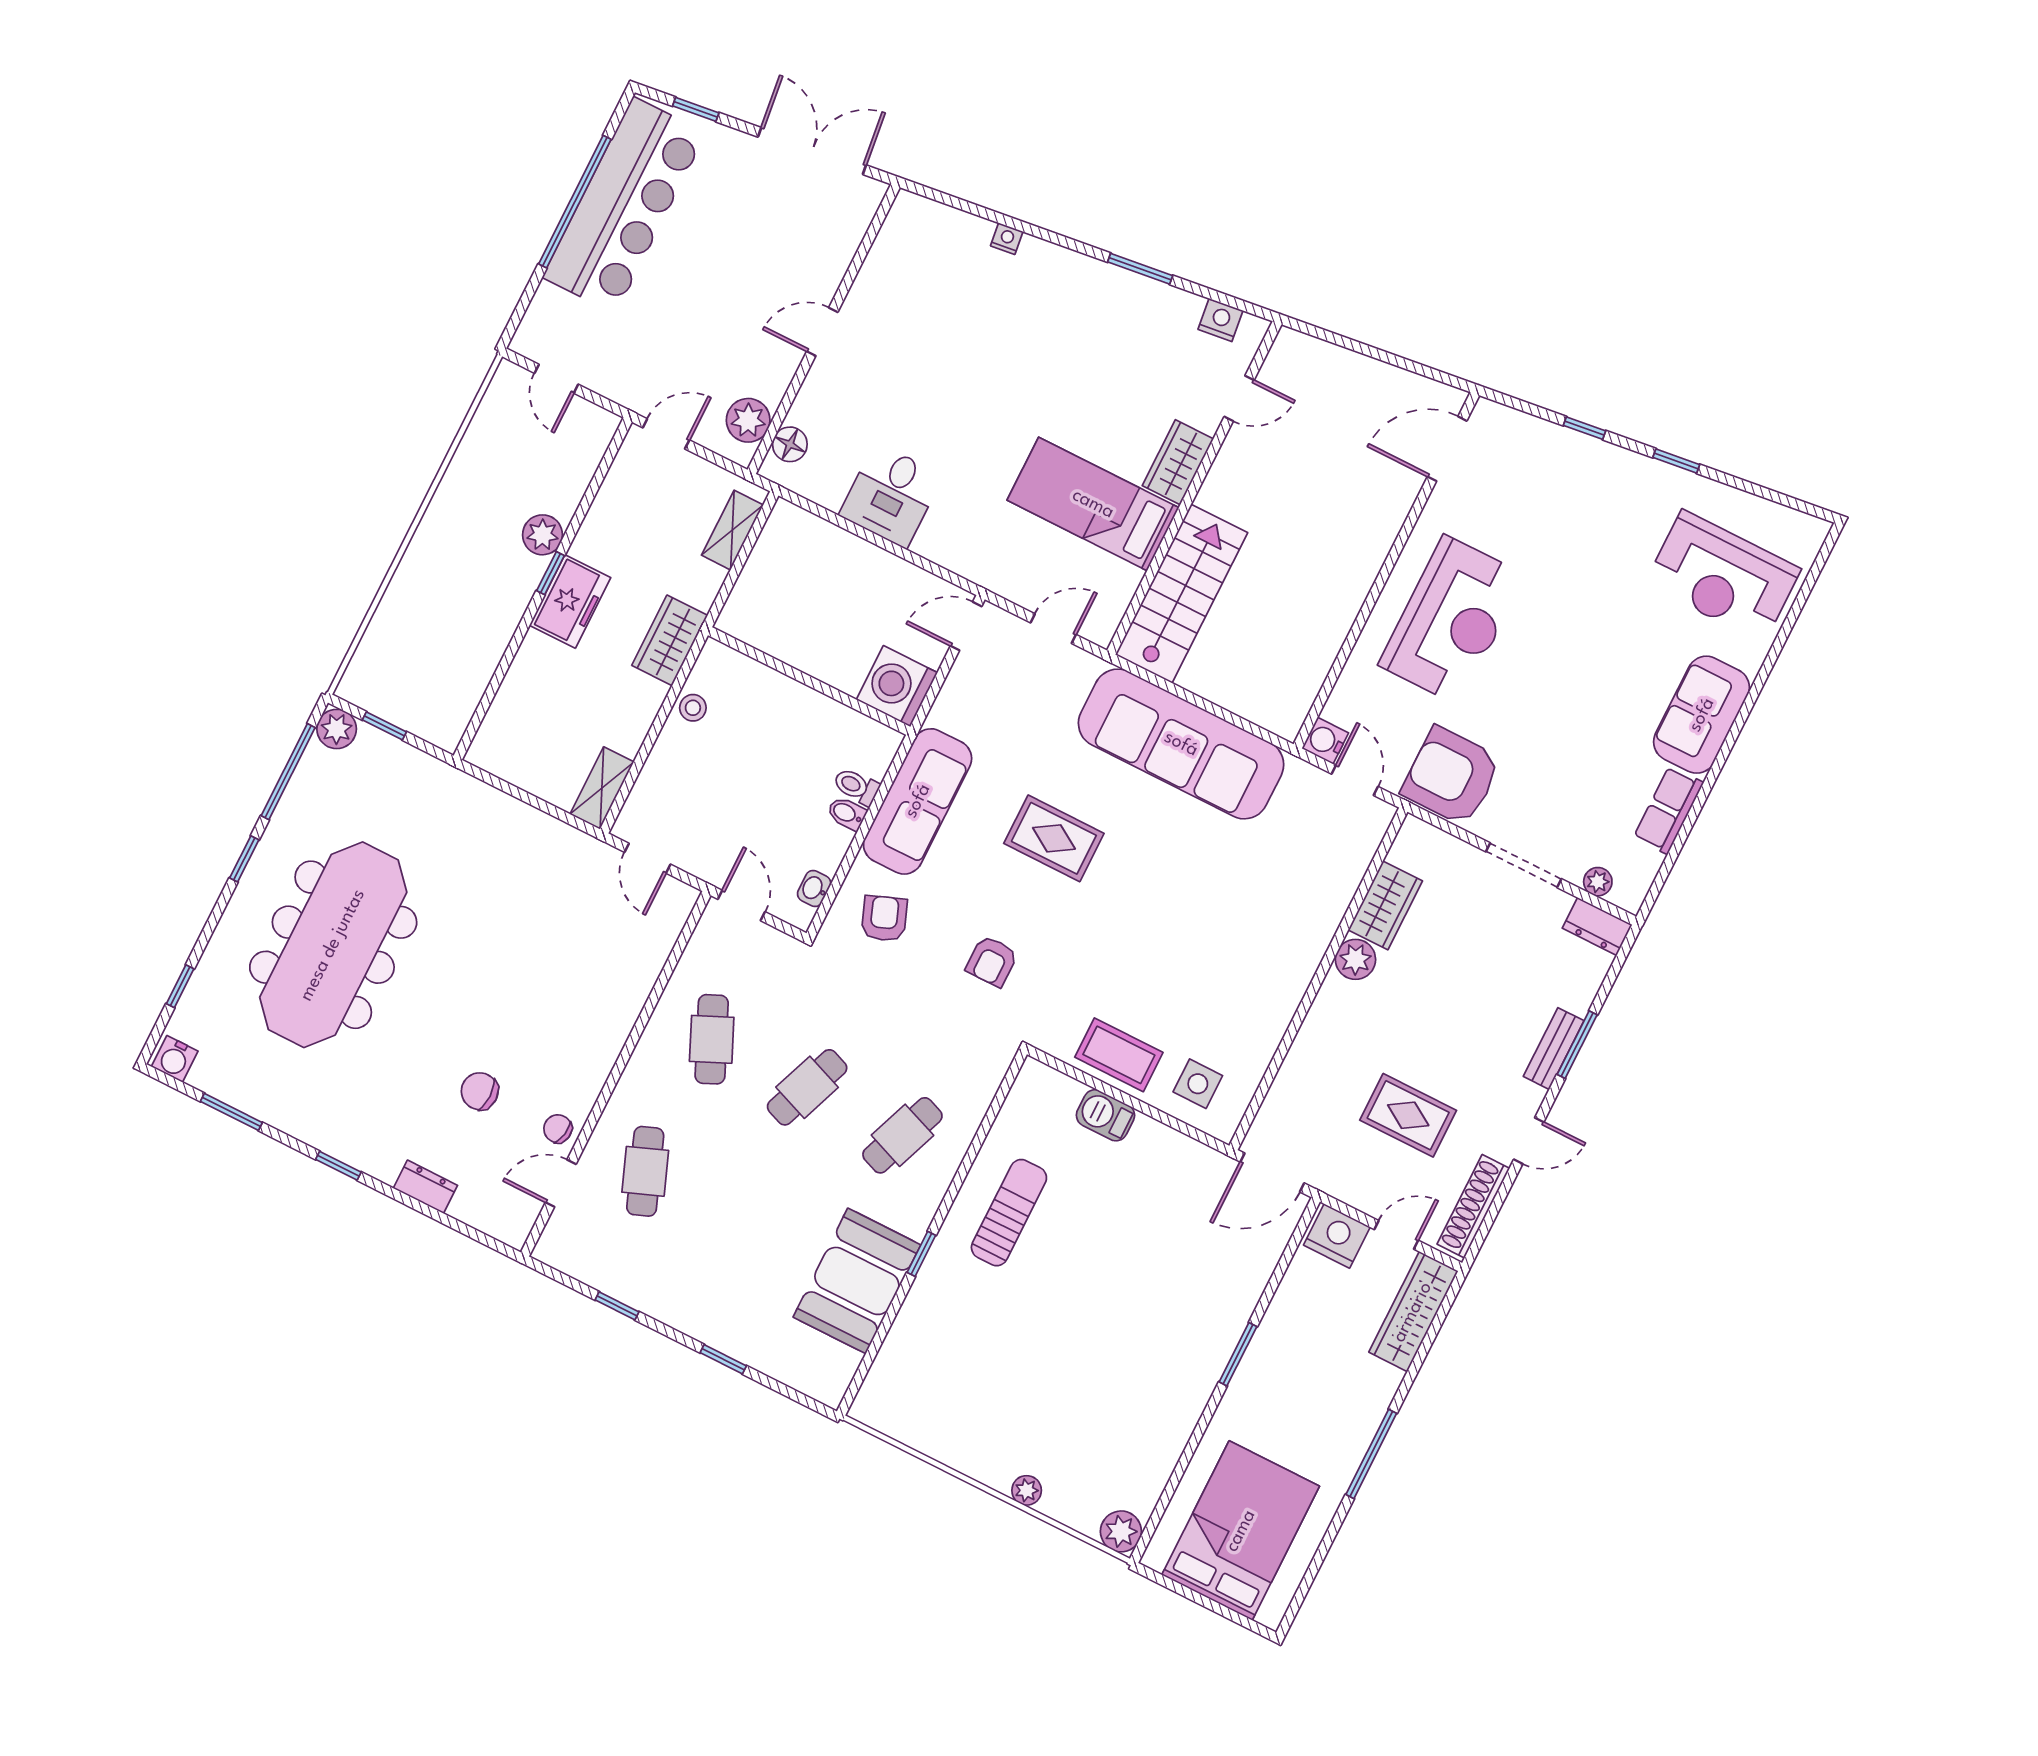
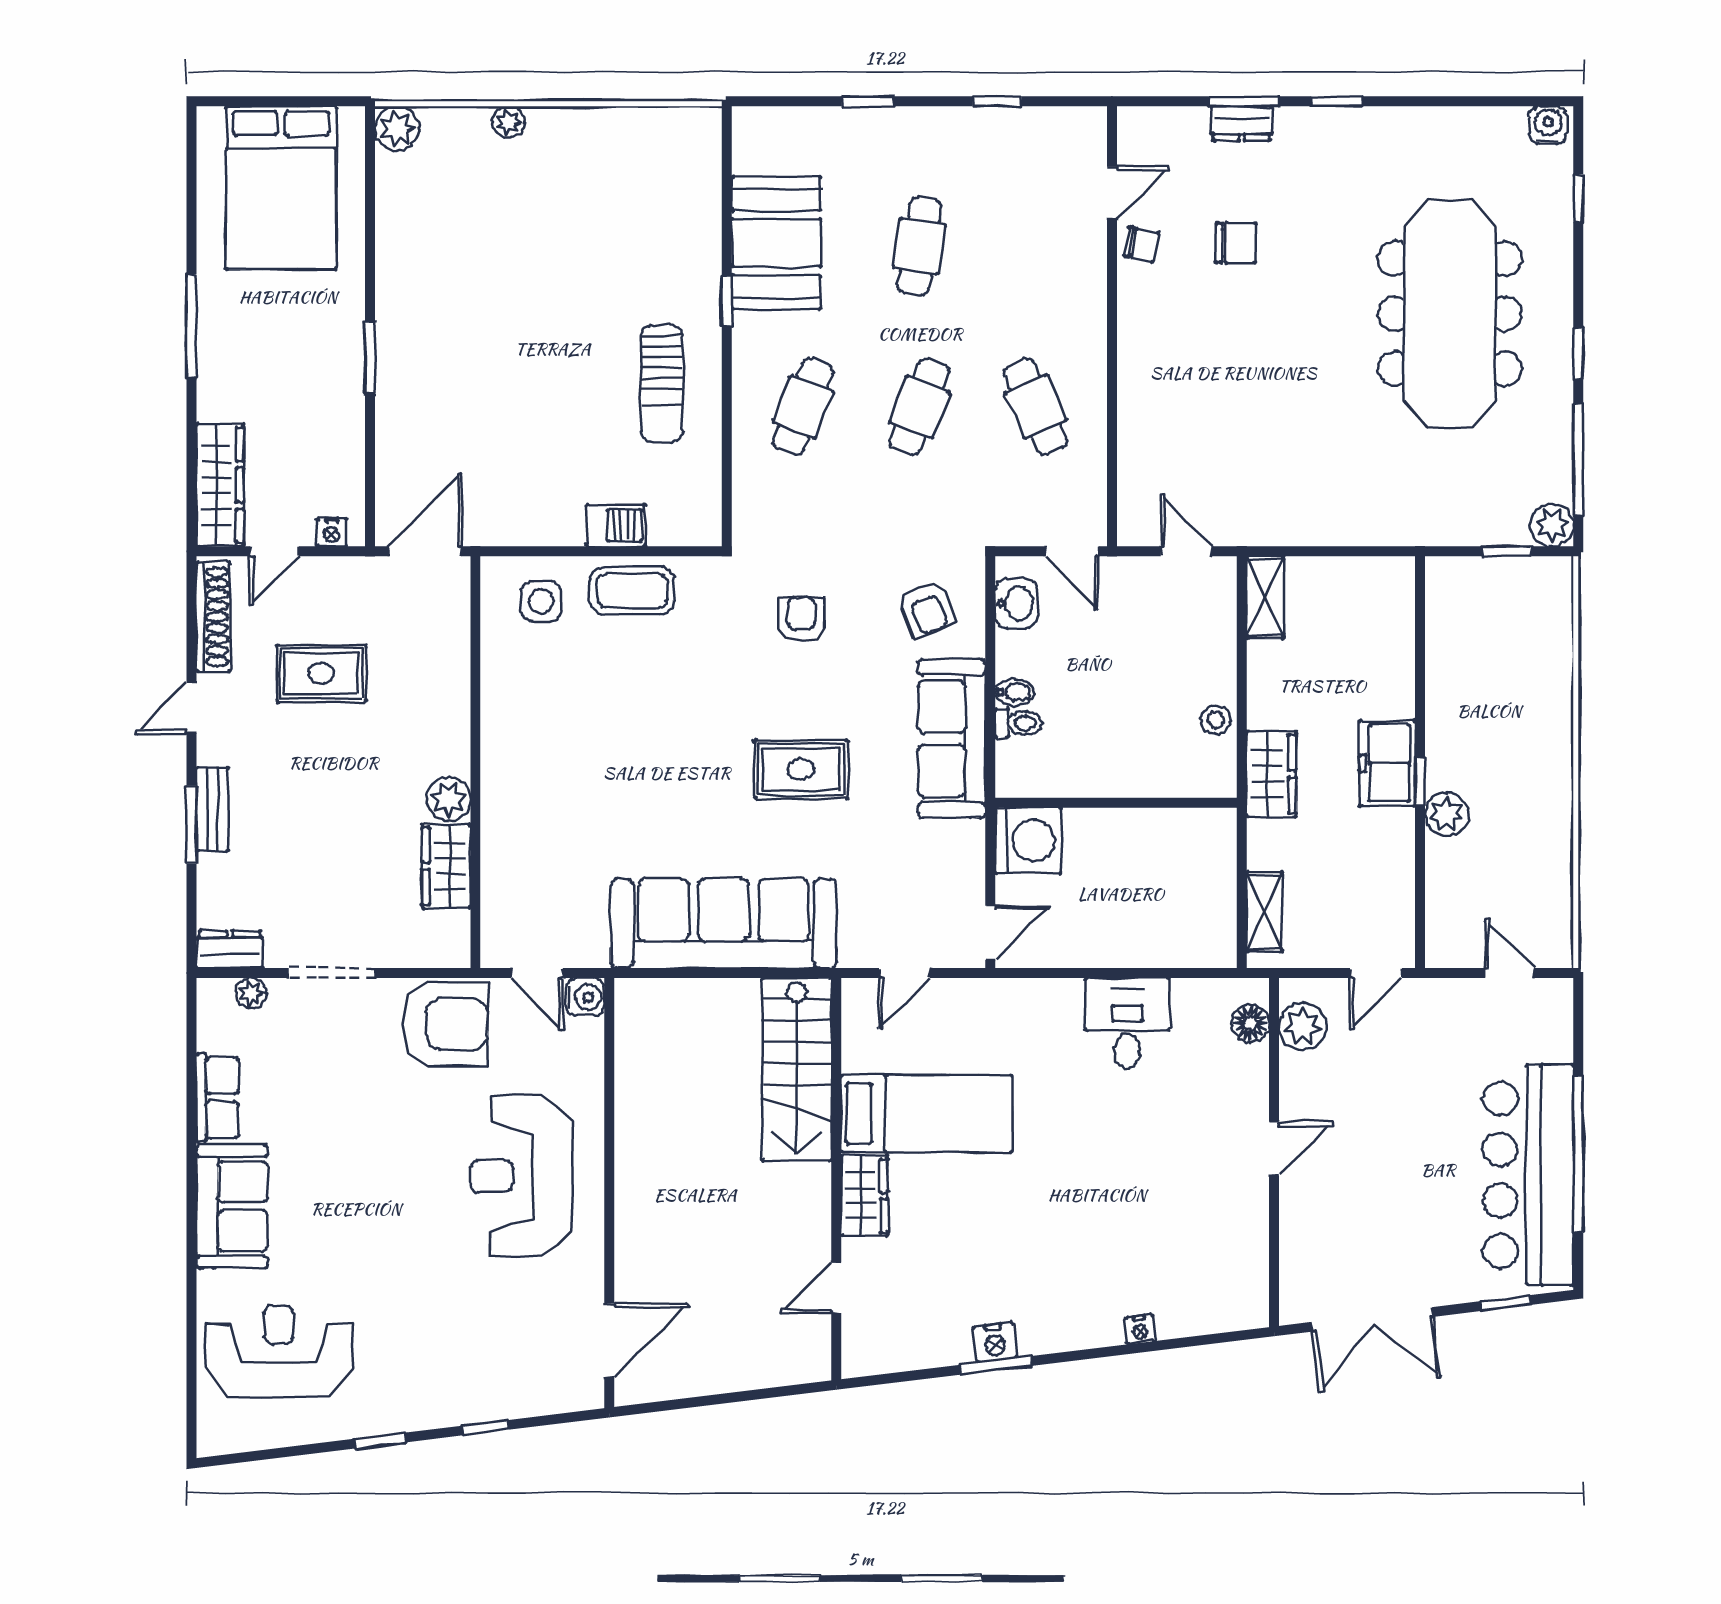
nightstand: (1221, 320) -> (995, 1342), moved
washbasin: (814, 889) -> (1016, 603), width x1.38, depth x1.45
window: (231, 1112) -> (1244, 101), moved
cafe table: (645, 1171) -> (919, 246), moved, turned 30
nightstand: (1337, 1236) -> (332, 532), width x0.53, depth x0.56

